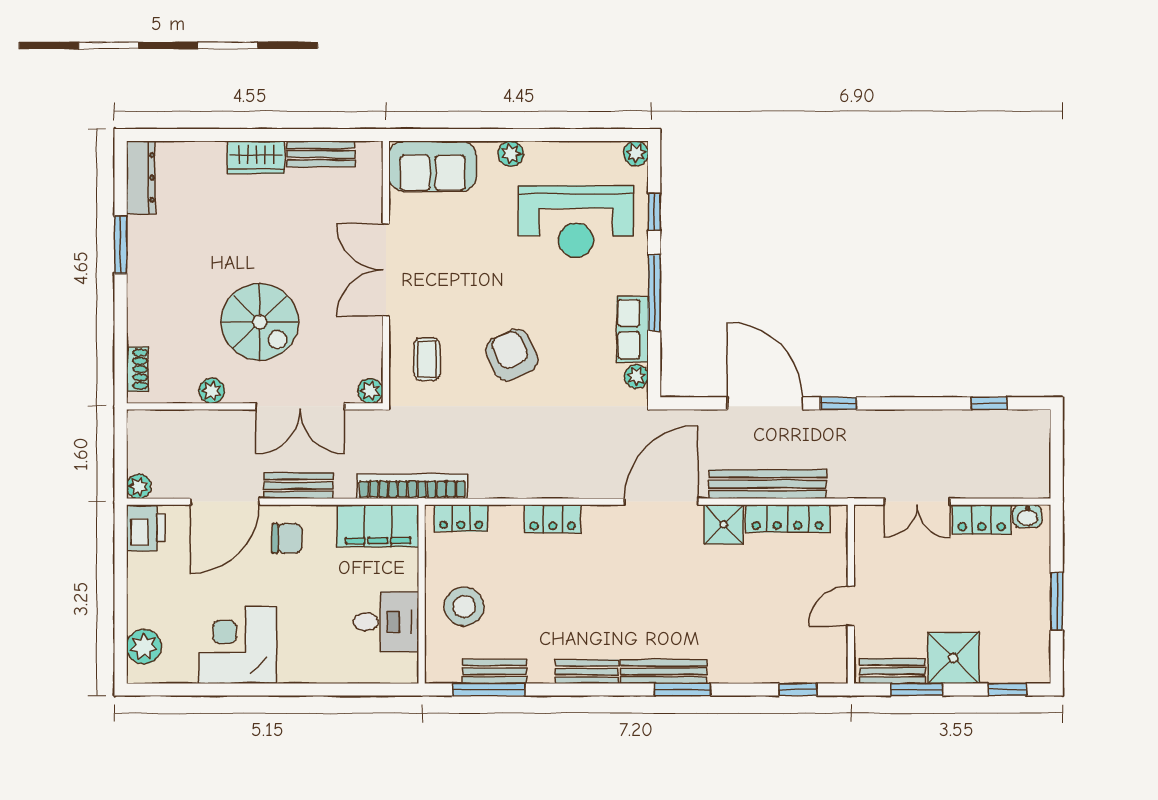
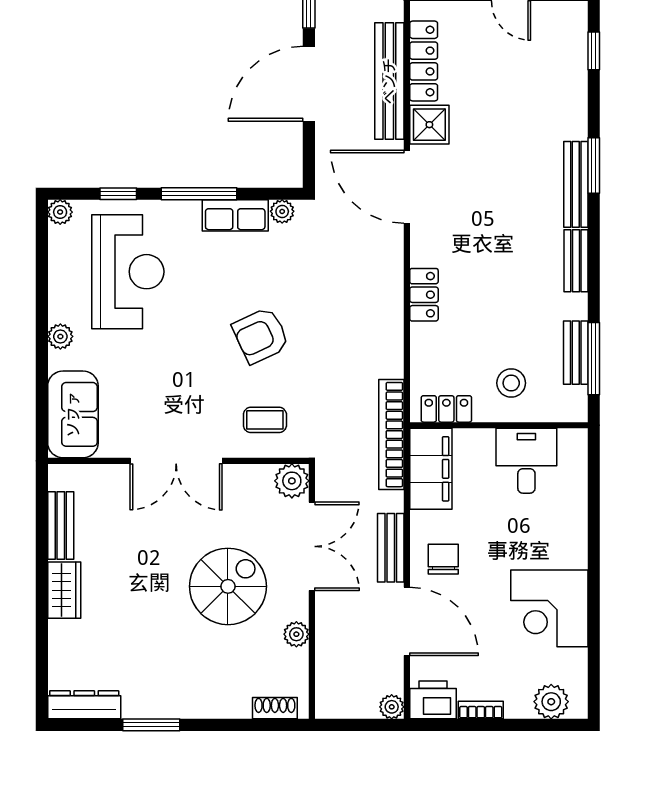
plant: (370, 391) -> (292, 481), width x1.38, depth x1.38
locker: (461, 518) -> (446, 409), moved, turned -90
bookcase: (136, 576) -> (481, 710), added
stool: (464, 607) -> (511, 383), width x0.73, depth x0.73

